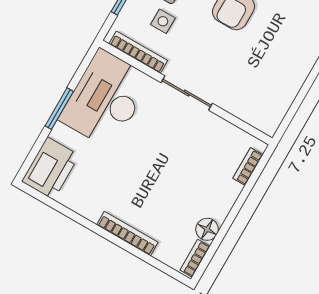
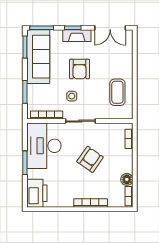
side table: (163, 21) -> (72, 96), moved
coffee table: (273, 81) -> (117, 92), added
armchair: (167, 163) -> (90, 159), added

